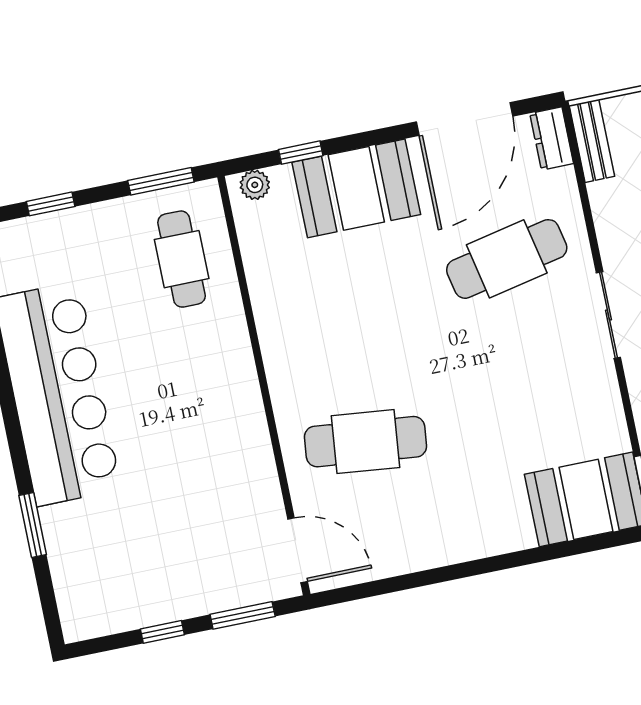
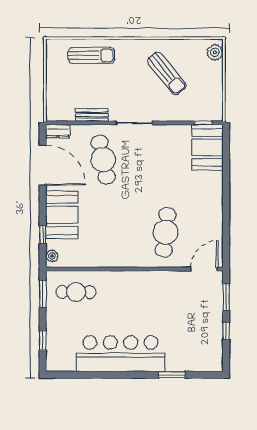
bench: (592, 141) -> (92, 115), moved

